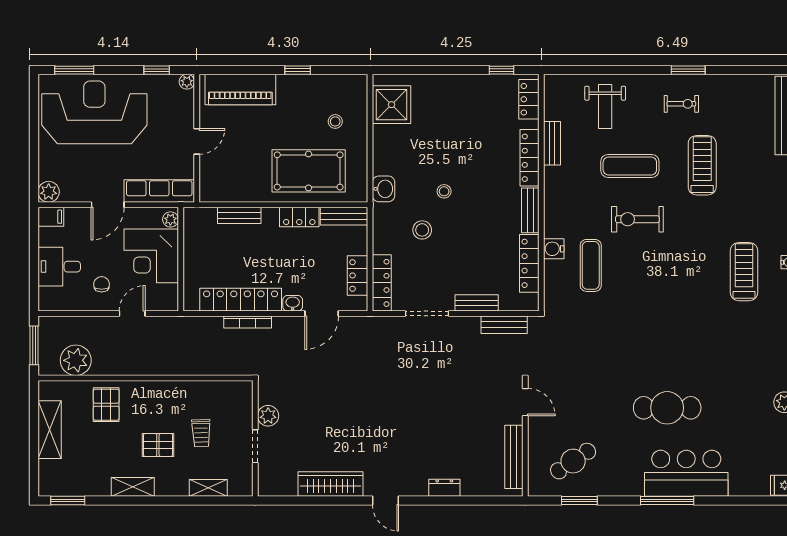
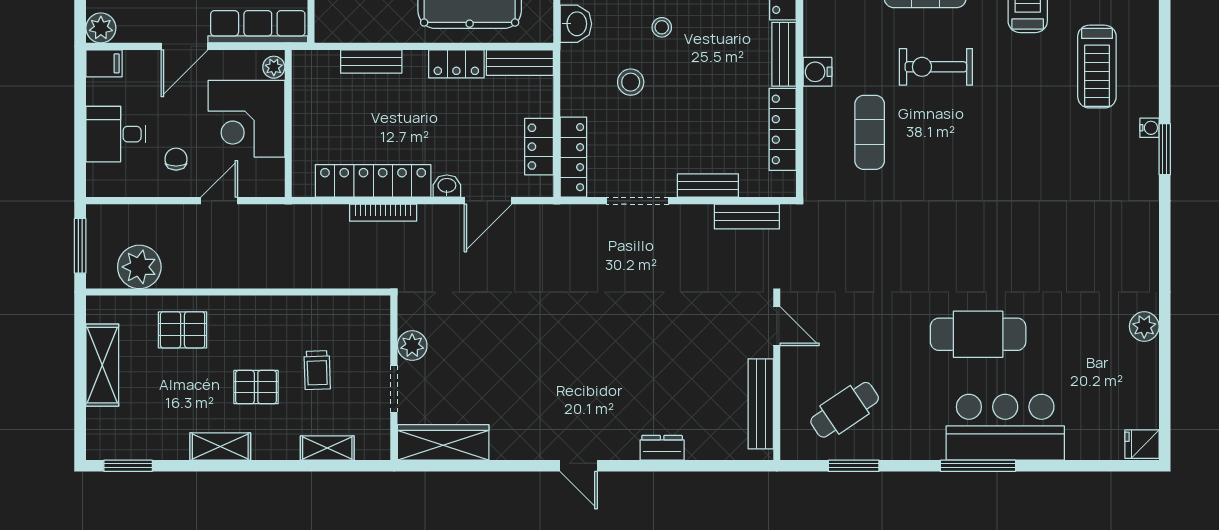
water cooler: (554, 249) -> (817, 72), moved
treadmill: (744, 272) -> (1097, 67), moved, turned 180
pallet: (106, 405) -> (183, 330), turned 90
wardrobe: (330, 484) -> (443, 442), moved

